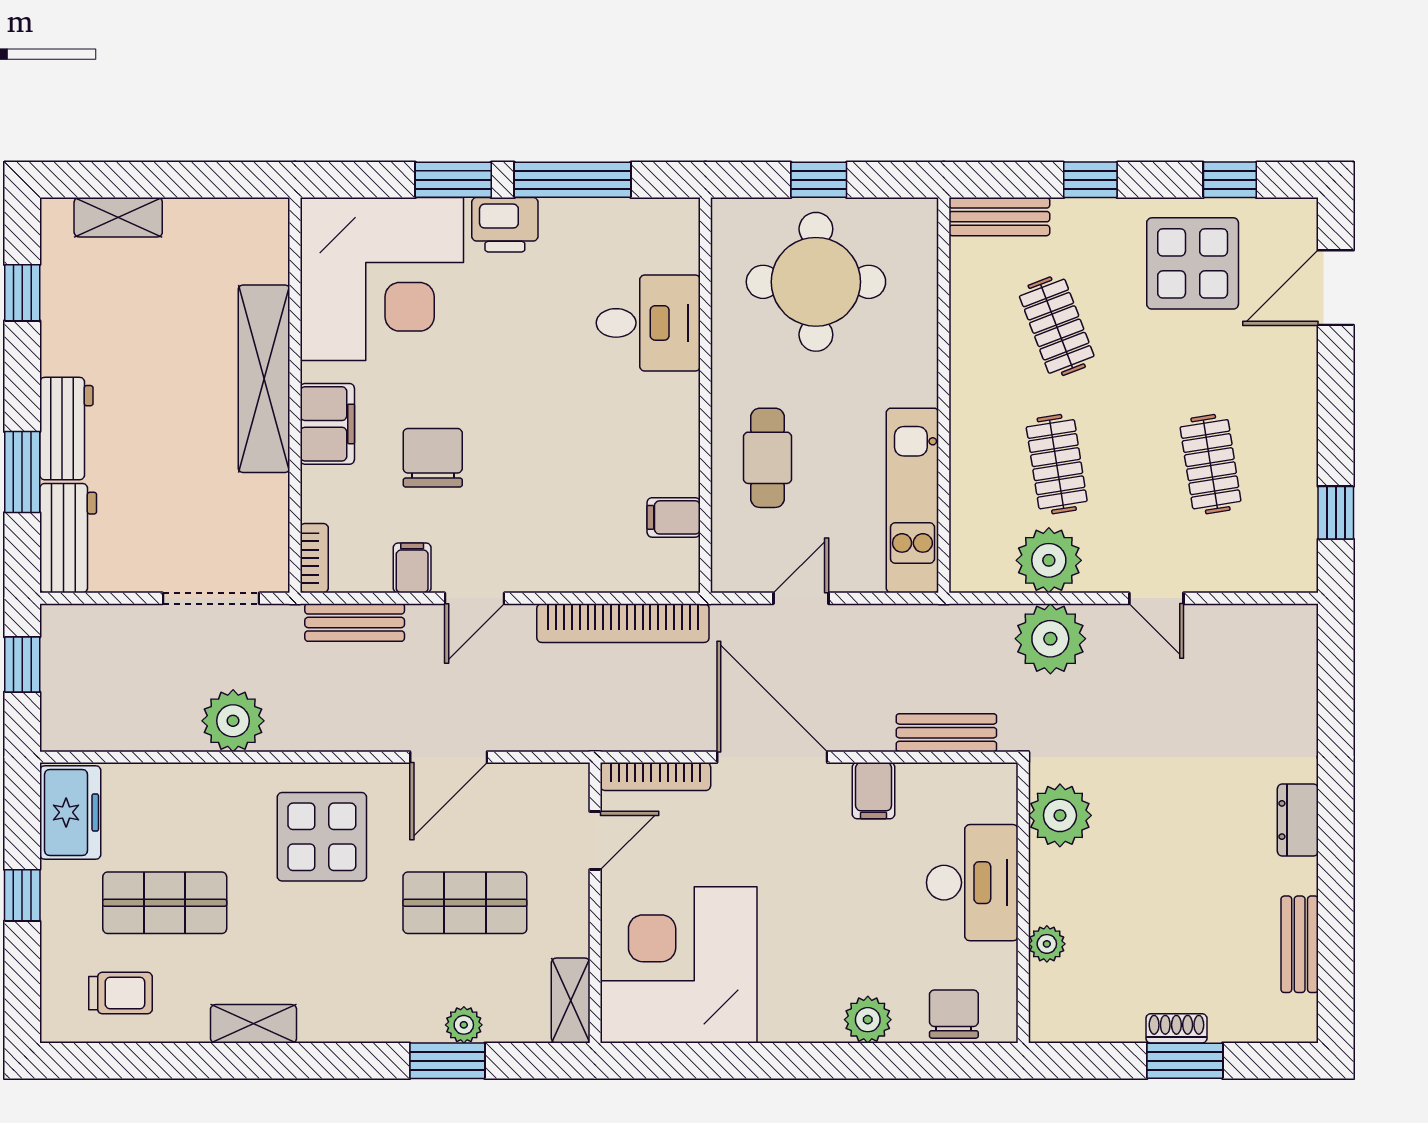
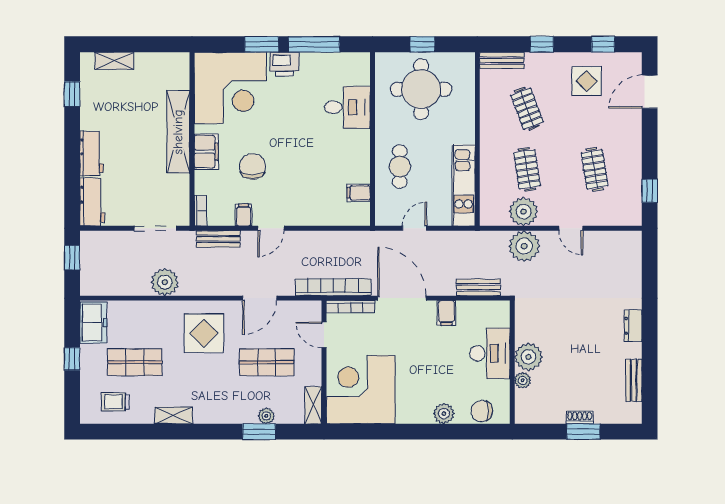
display table: (1193, 263) -> (587, 81), width x0.73, depth x0.73
window: (22, 472) -> (72, 173), removed
bookcase: (623, 623) -> (333, 287), moved, turned 180
plant: (1060, 815) -> (528, 357), moved
door: (595, 841) -> (324, 335), swing flipped
trolley: (121, 993) -> (115, 402), turned 180
chair: (954, 1014) -> (482, 411), turned -90

